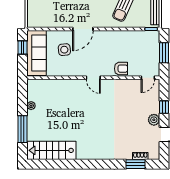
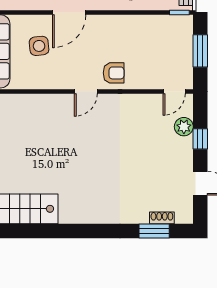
armchair: (121, 69) -> (114, 73), moved
door: (93, 78) -> (86, 91), hinge flipped
plant: (154, 120) -> (184, 127), moved

